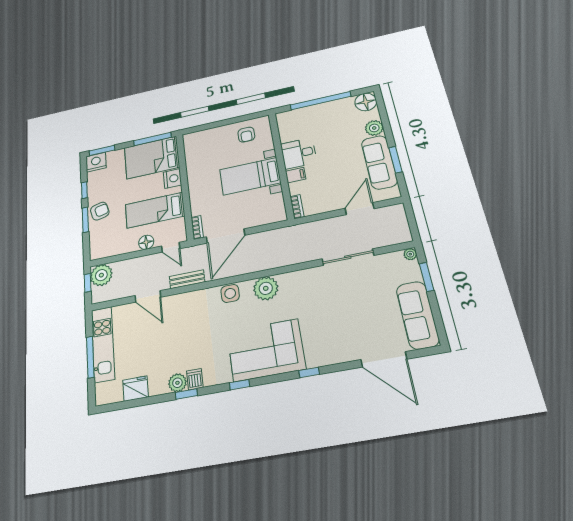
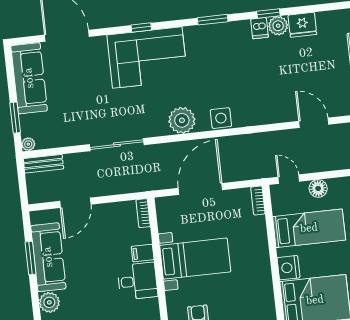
door: (226, 236) -> (200, 189), moved
sliding door: (348, 257) -> (117, 145), moved
bench: (187, 279) -> (43, 164), moved
corner sofa: (266, 350) -> (147, 58), moved
window: (240, 385) -> (213, 20), width x1.50
fridge: (136, 389) -> (302, 25), moved

